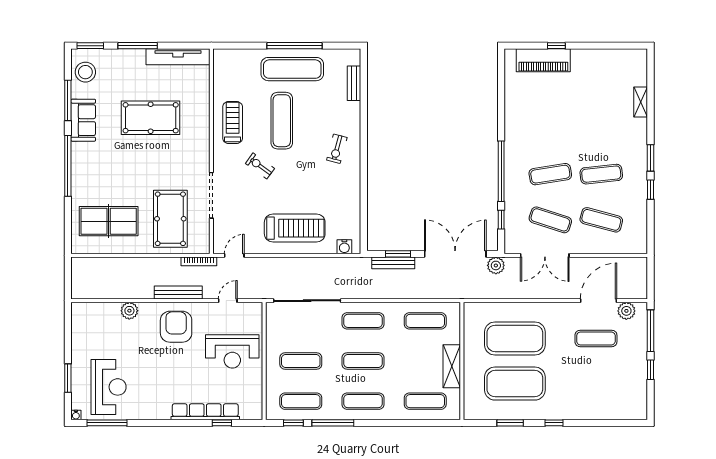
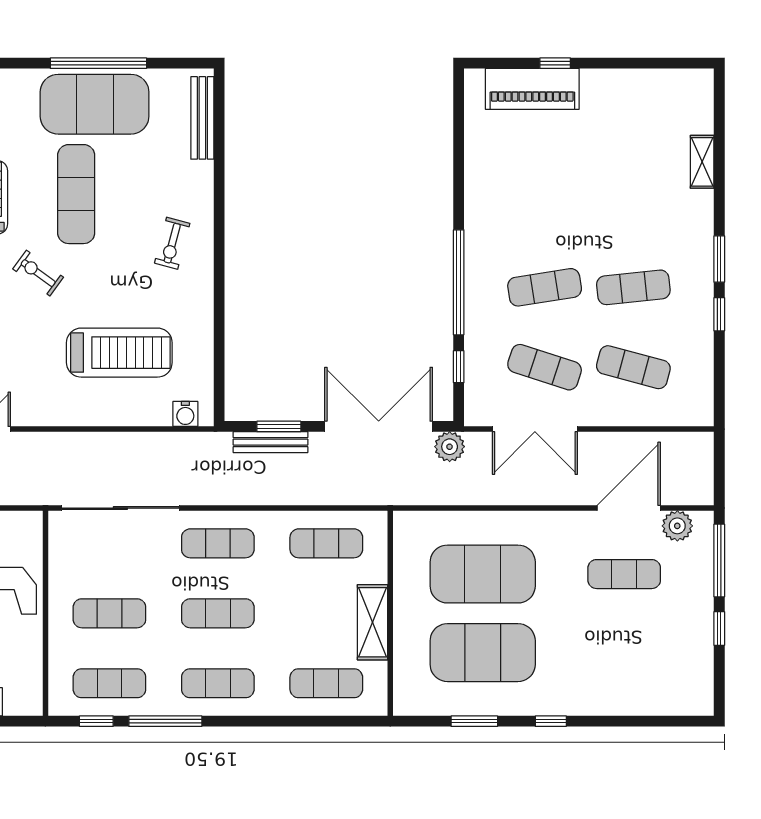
exercise mat: (292, 69) -> (95, 104), width x1.47
bench: (354, 83) -> (202, 118), width x1.36
treadmill: (295, 228) -> (119, 353), moved

